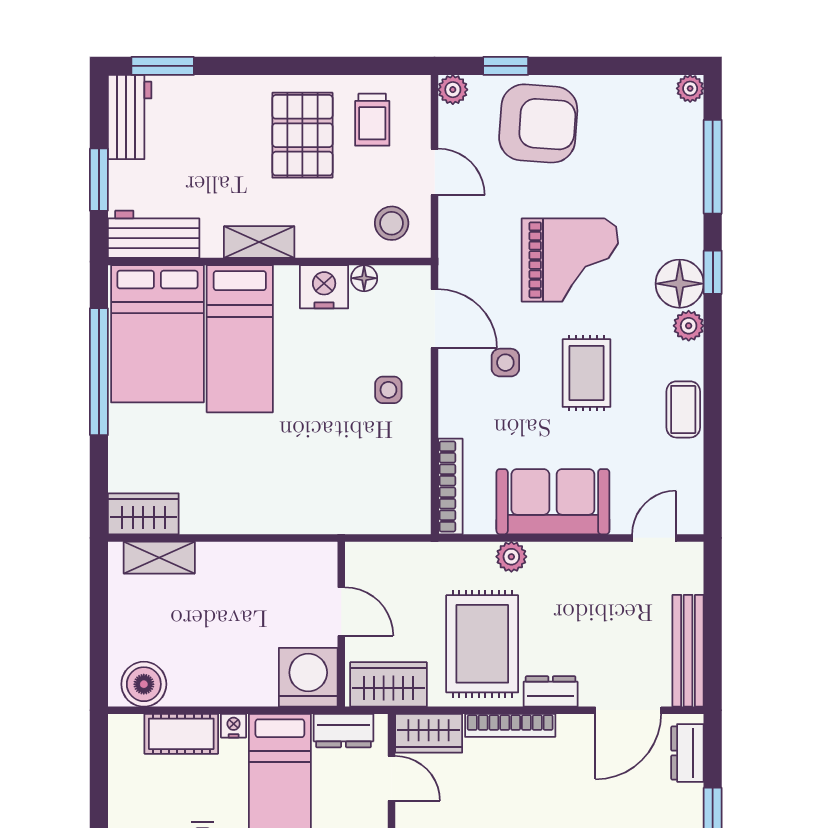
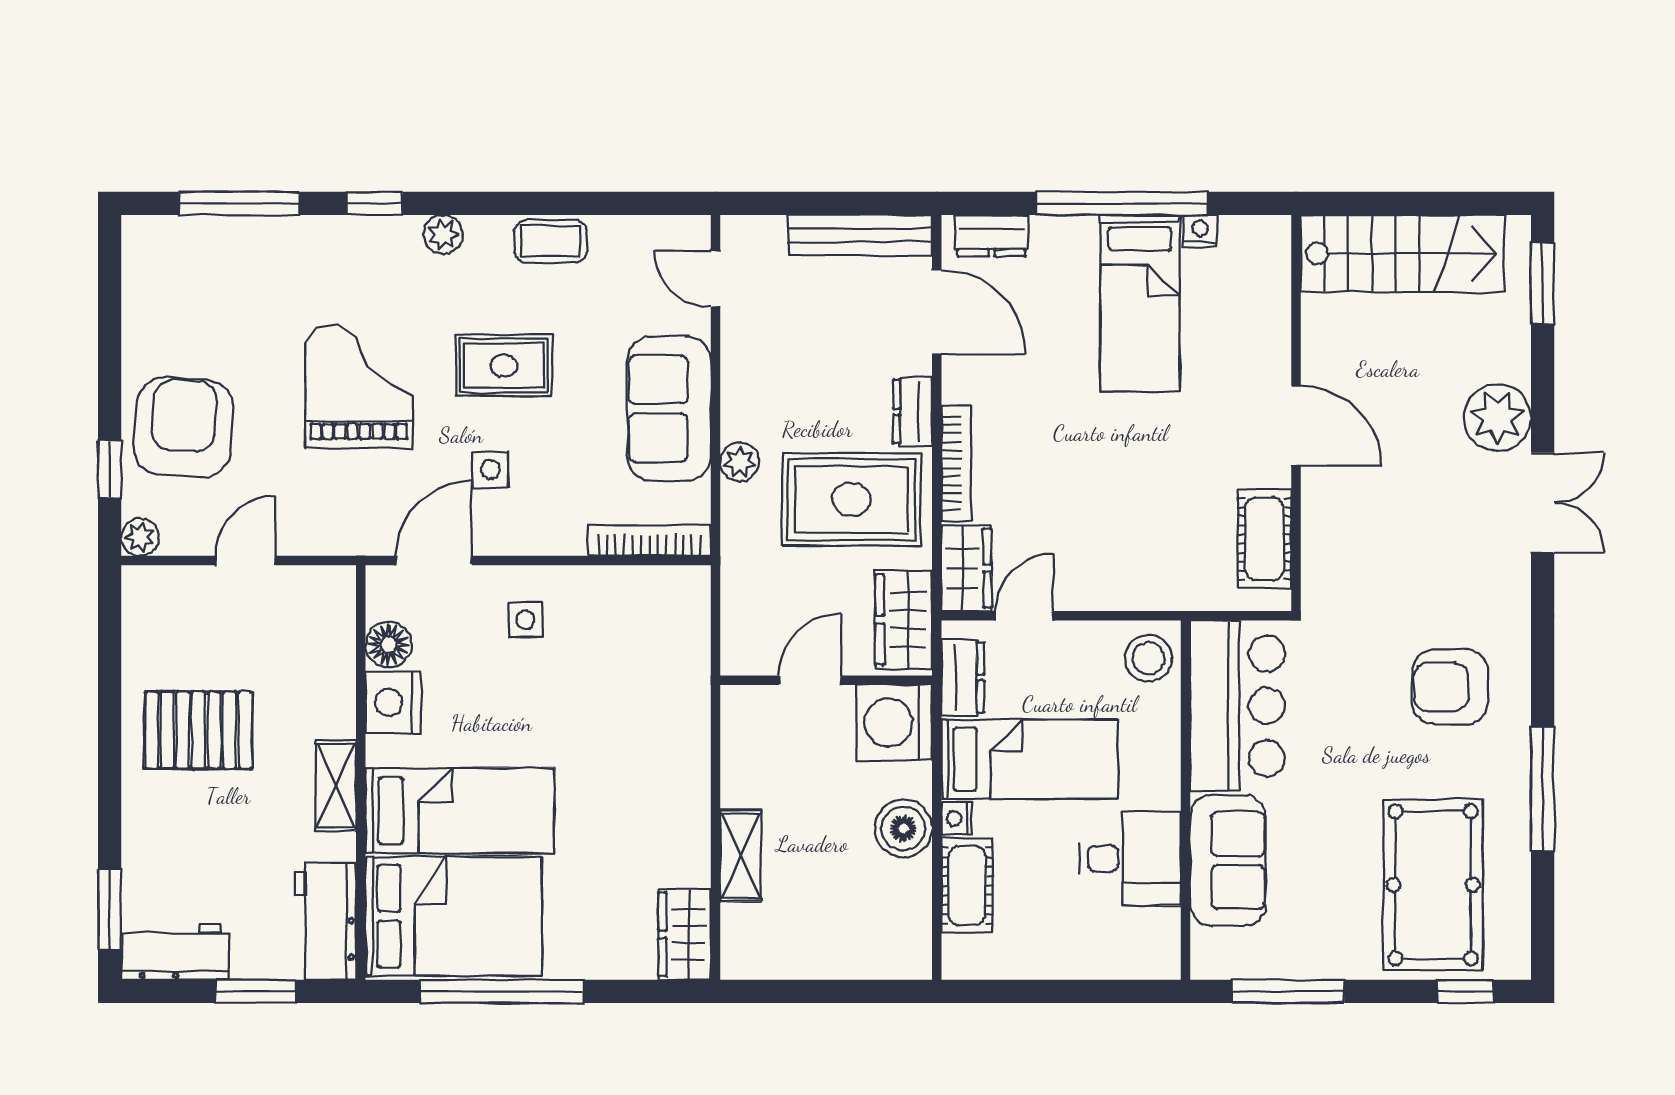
plant: (690, 88) -> (139, 232), removed
trolley: (372, 120) -> (179, 641), removed
stool: (392, 223) -> (312, 616), removed
floor lamp: (364, 278) -> (388, 645), width x1.37, depth x1.37
floor lamp: (680, 284) -> (389, 246), removed
shelving: (159, 558) -> (741, 856), moved
boiler: (144, 684) -> (903, 828), moved

